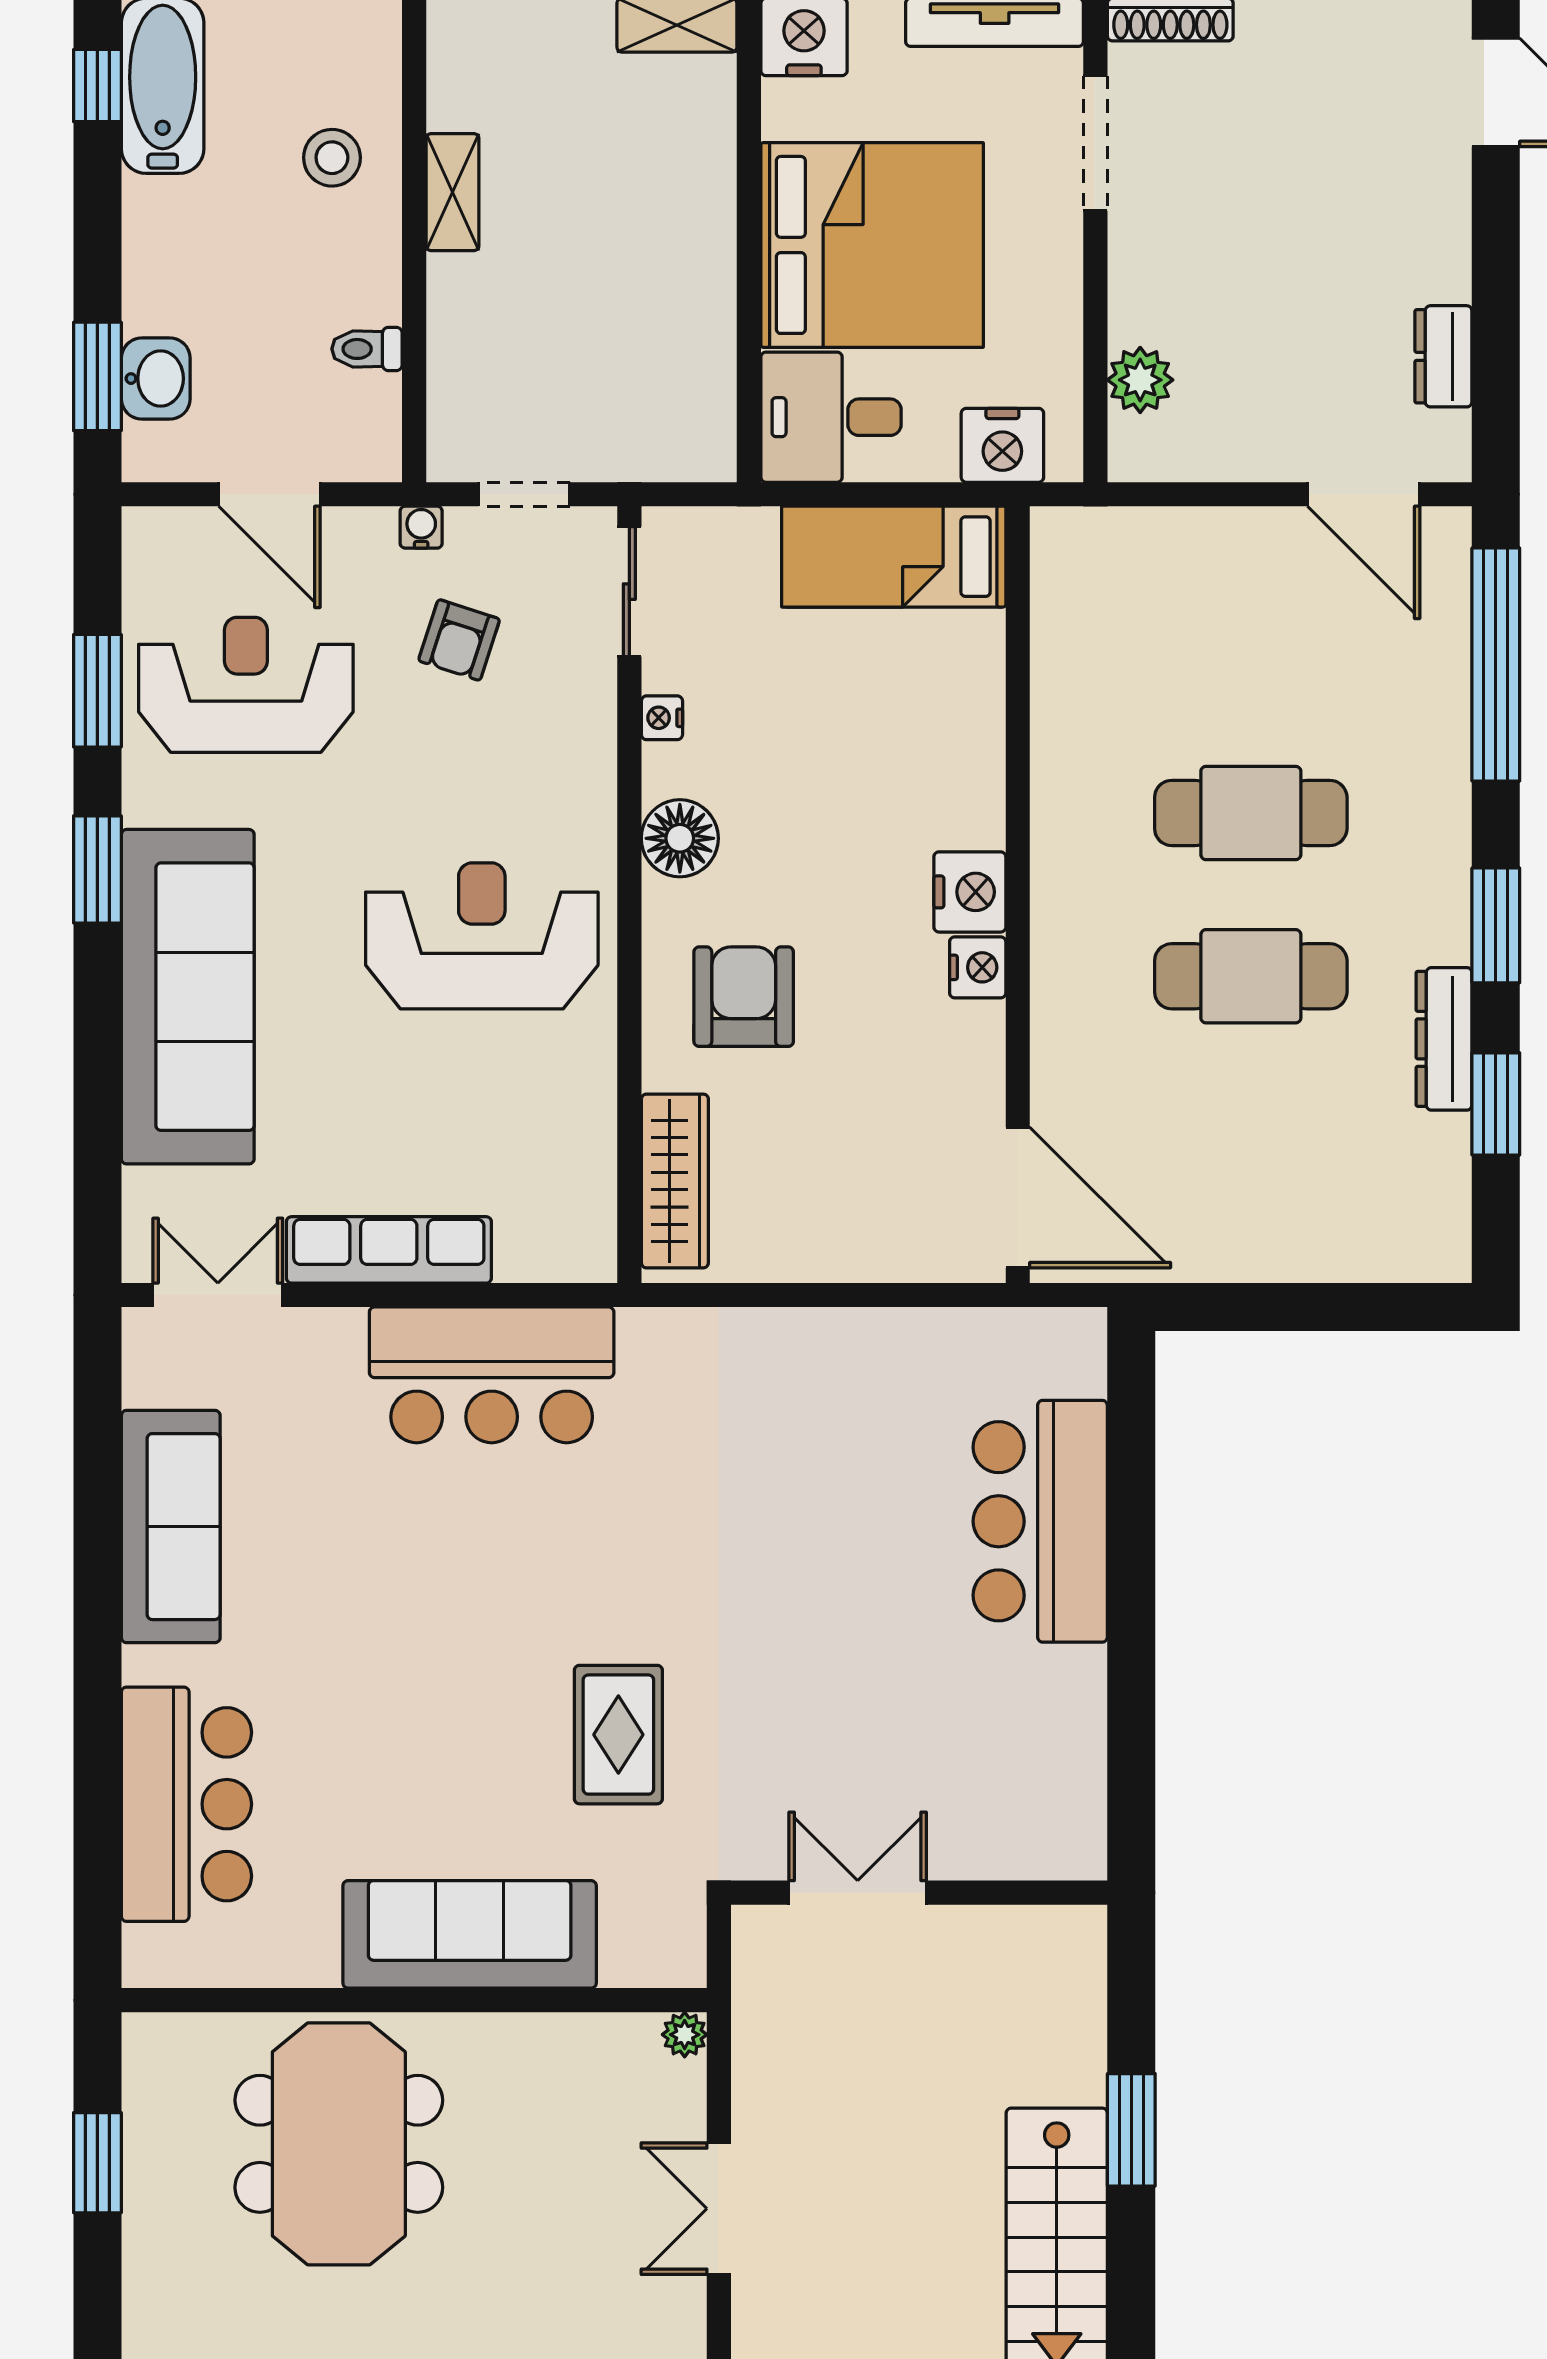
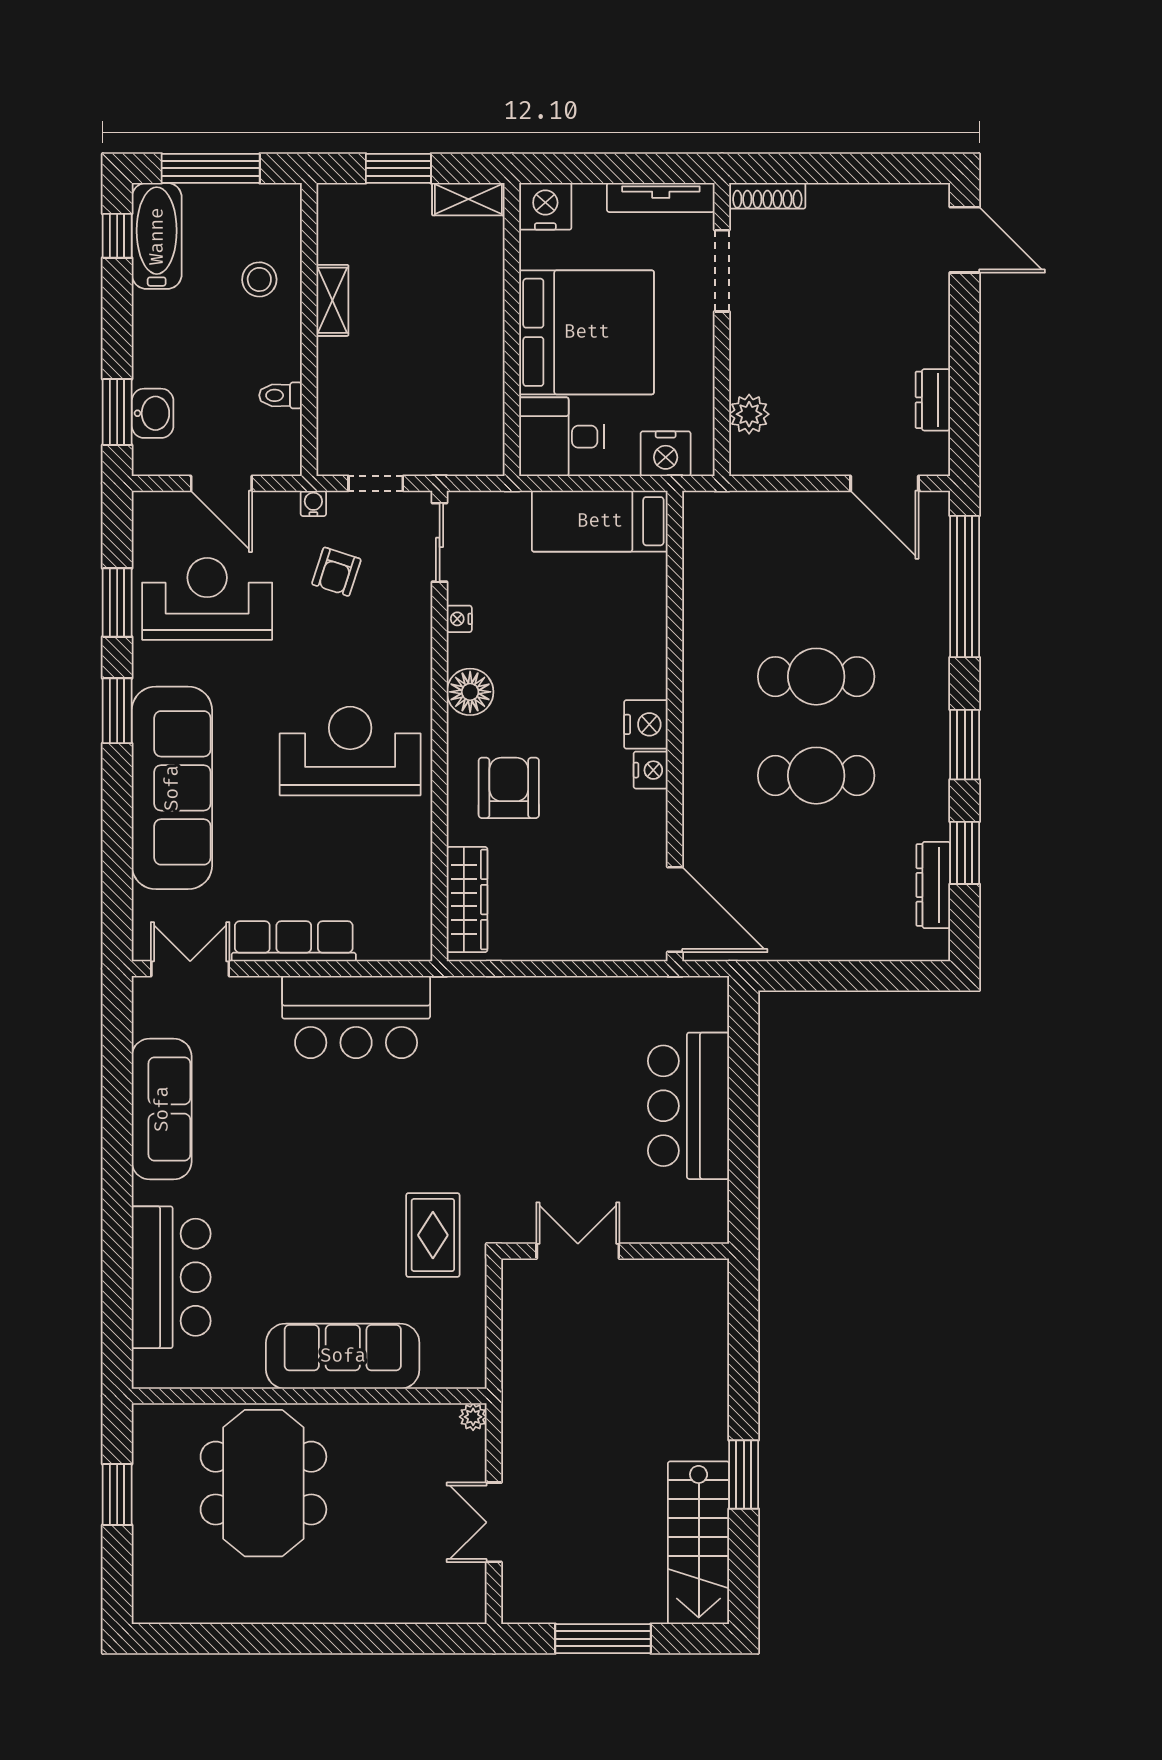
dresser: (1444, 1039) -> (933, 885), moved
double door: (858, 1893) -> (578, 1251), moved
wall: (919, 1893) -> (615, 1251), moved

